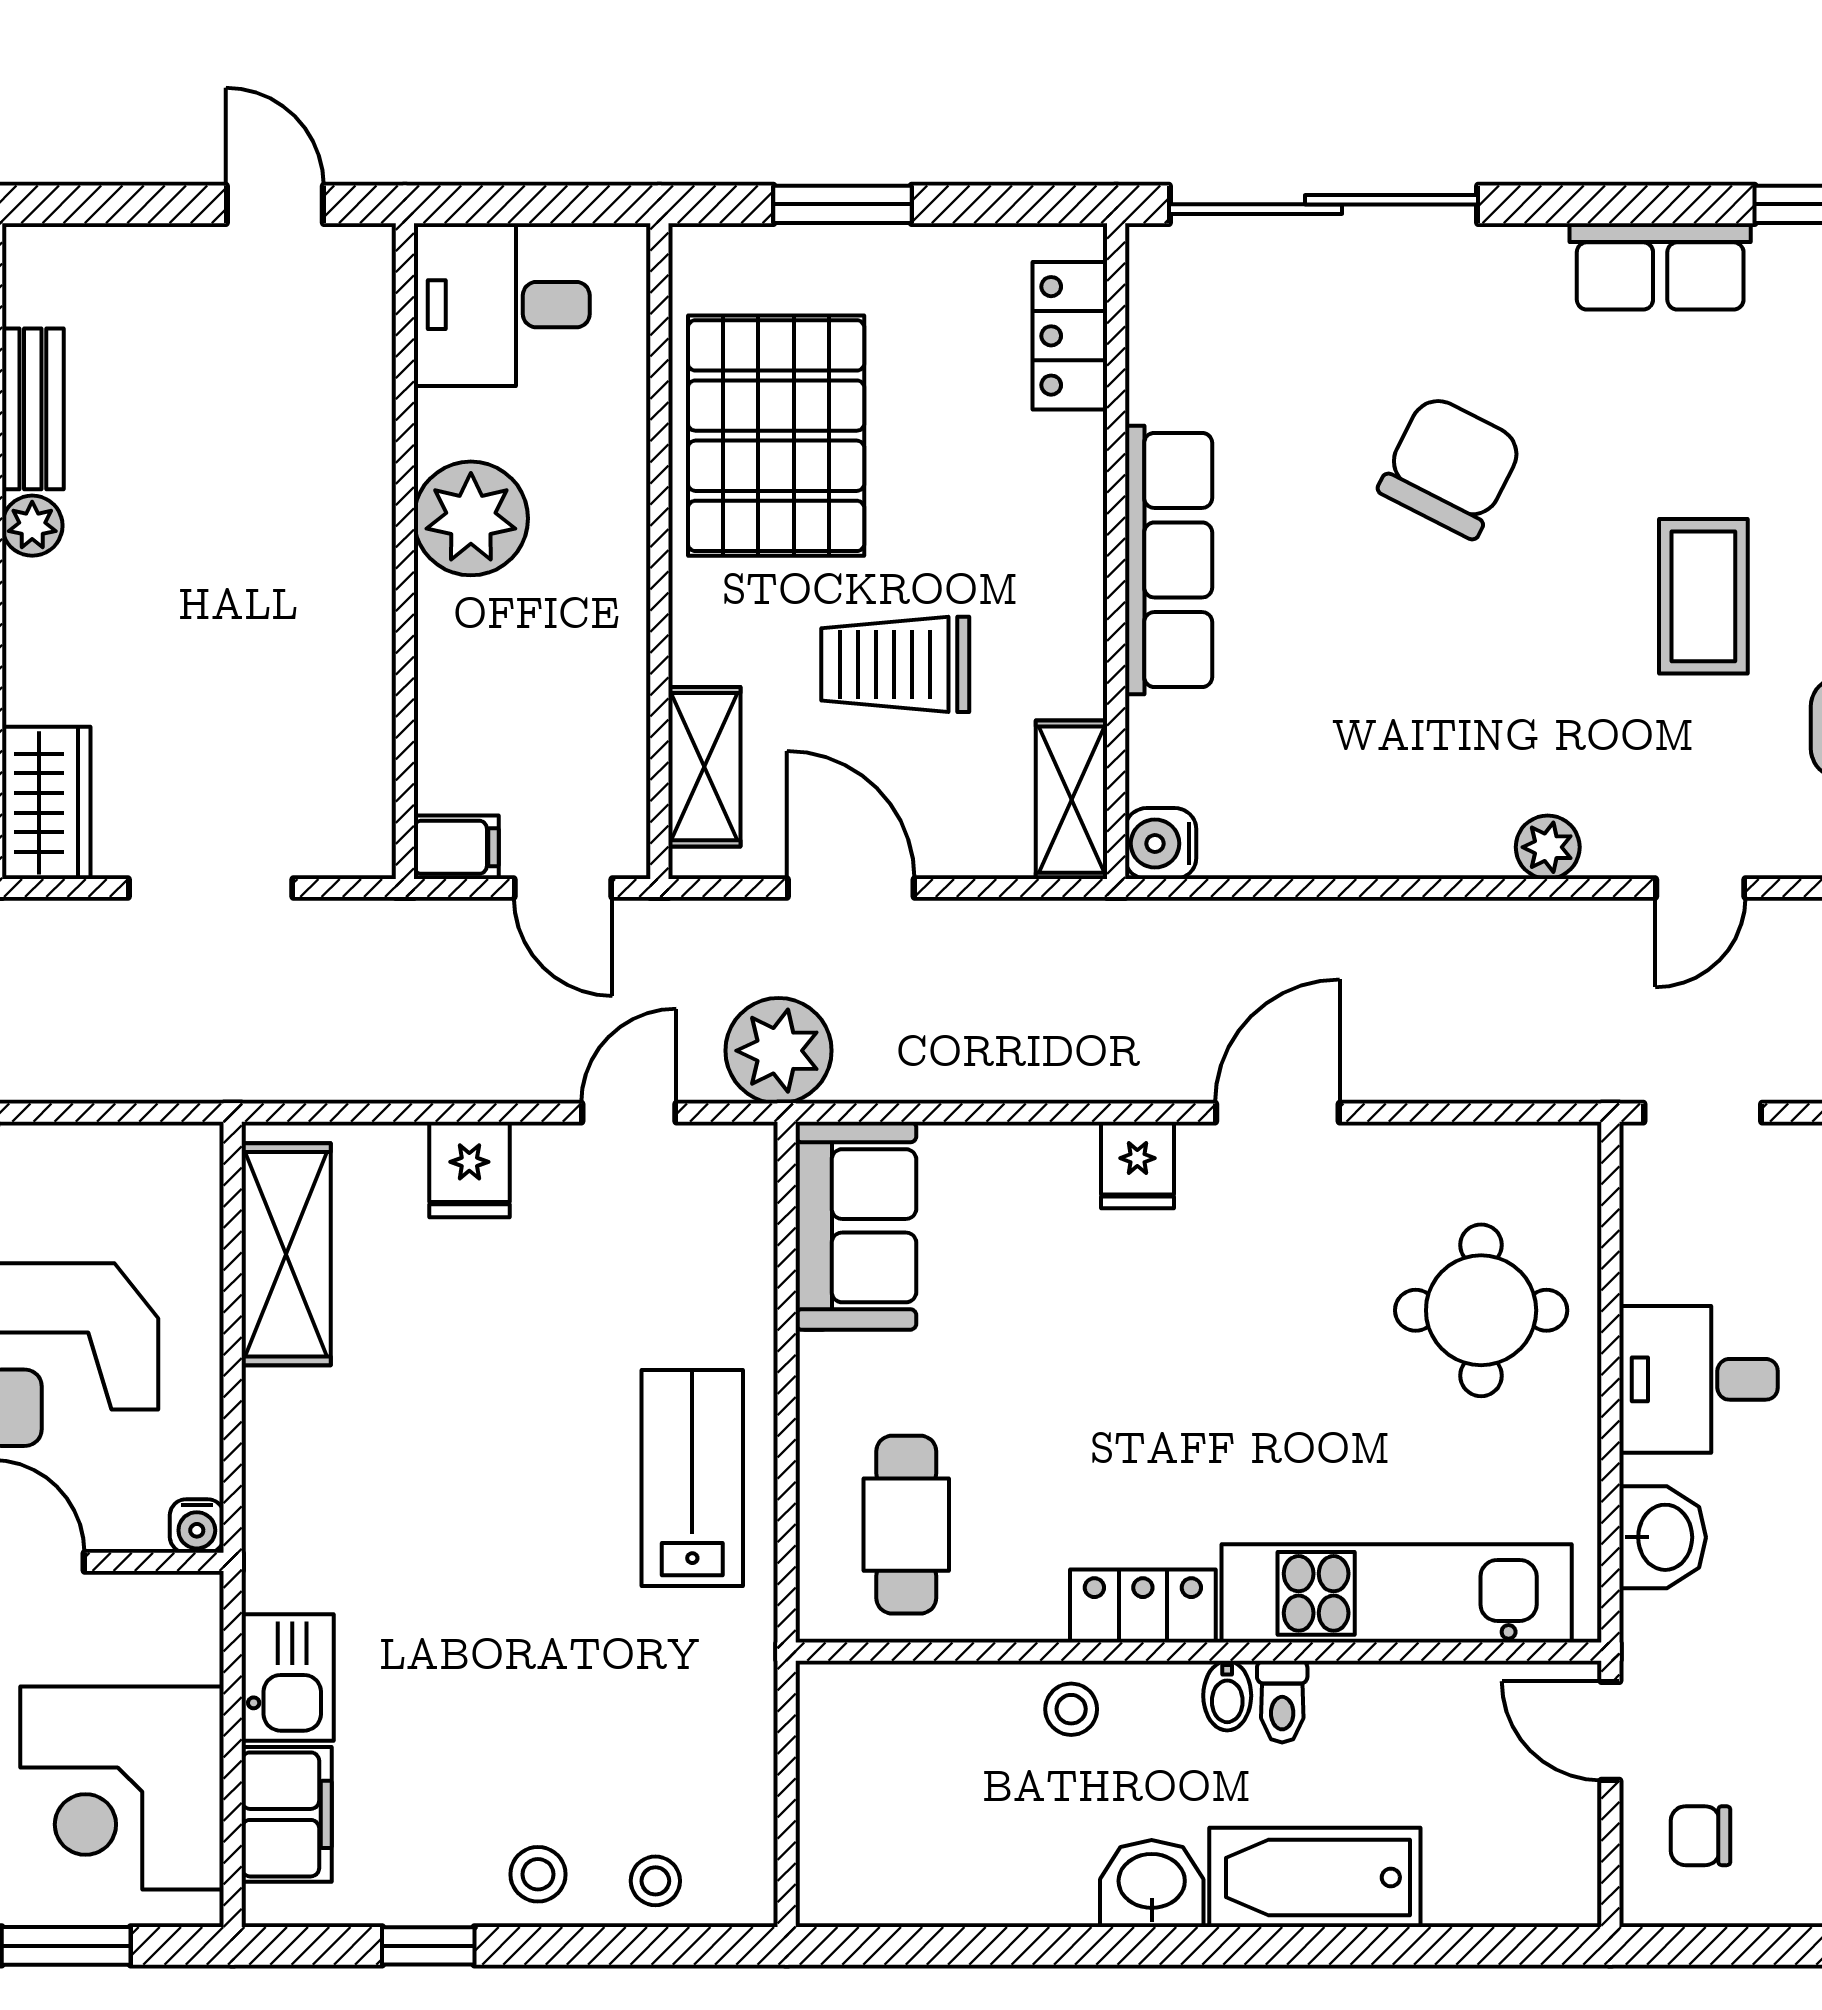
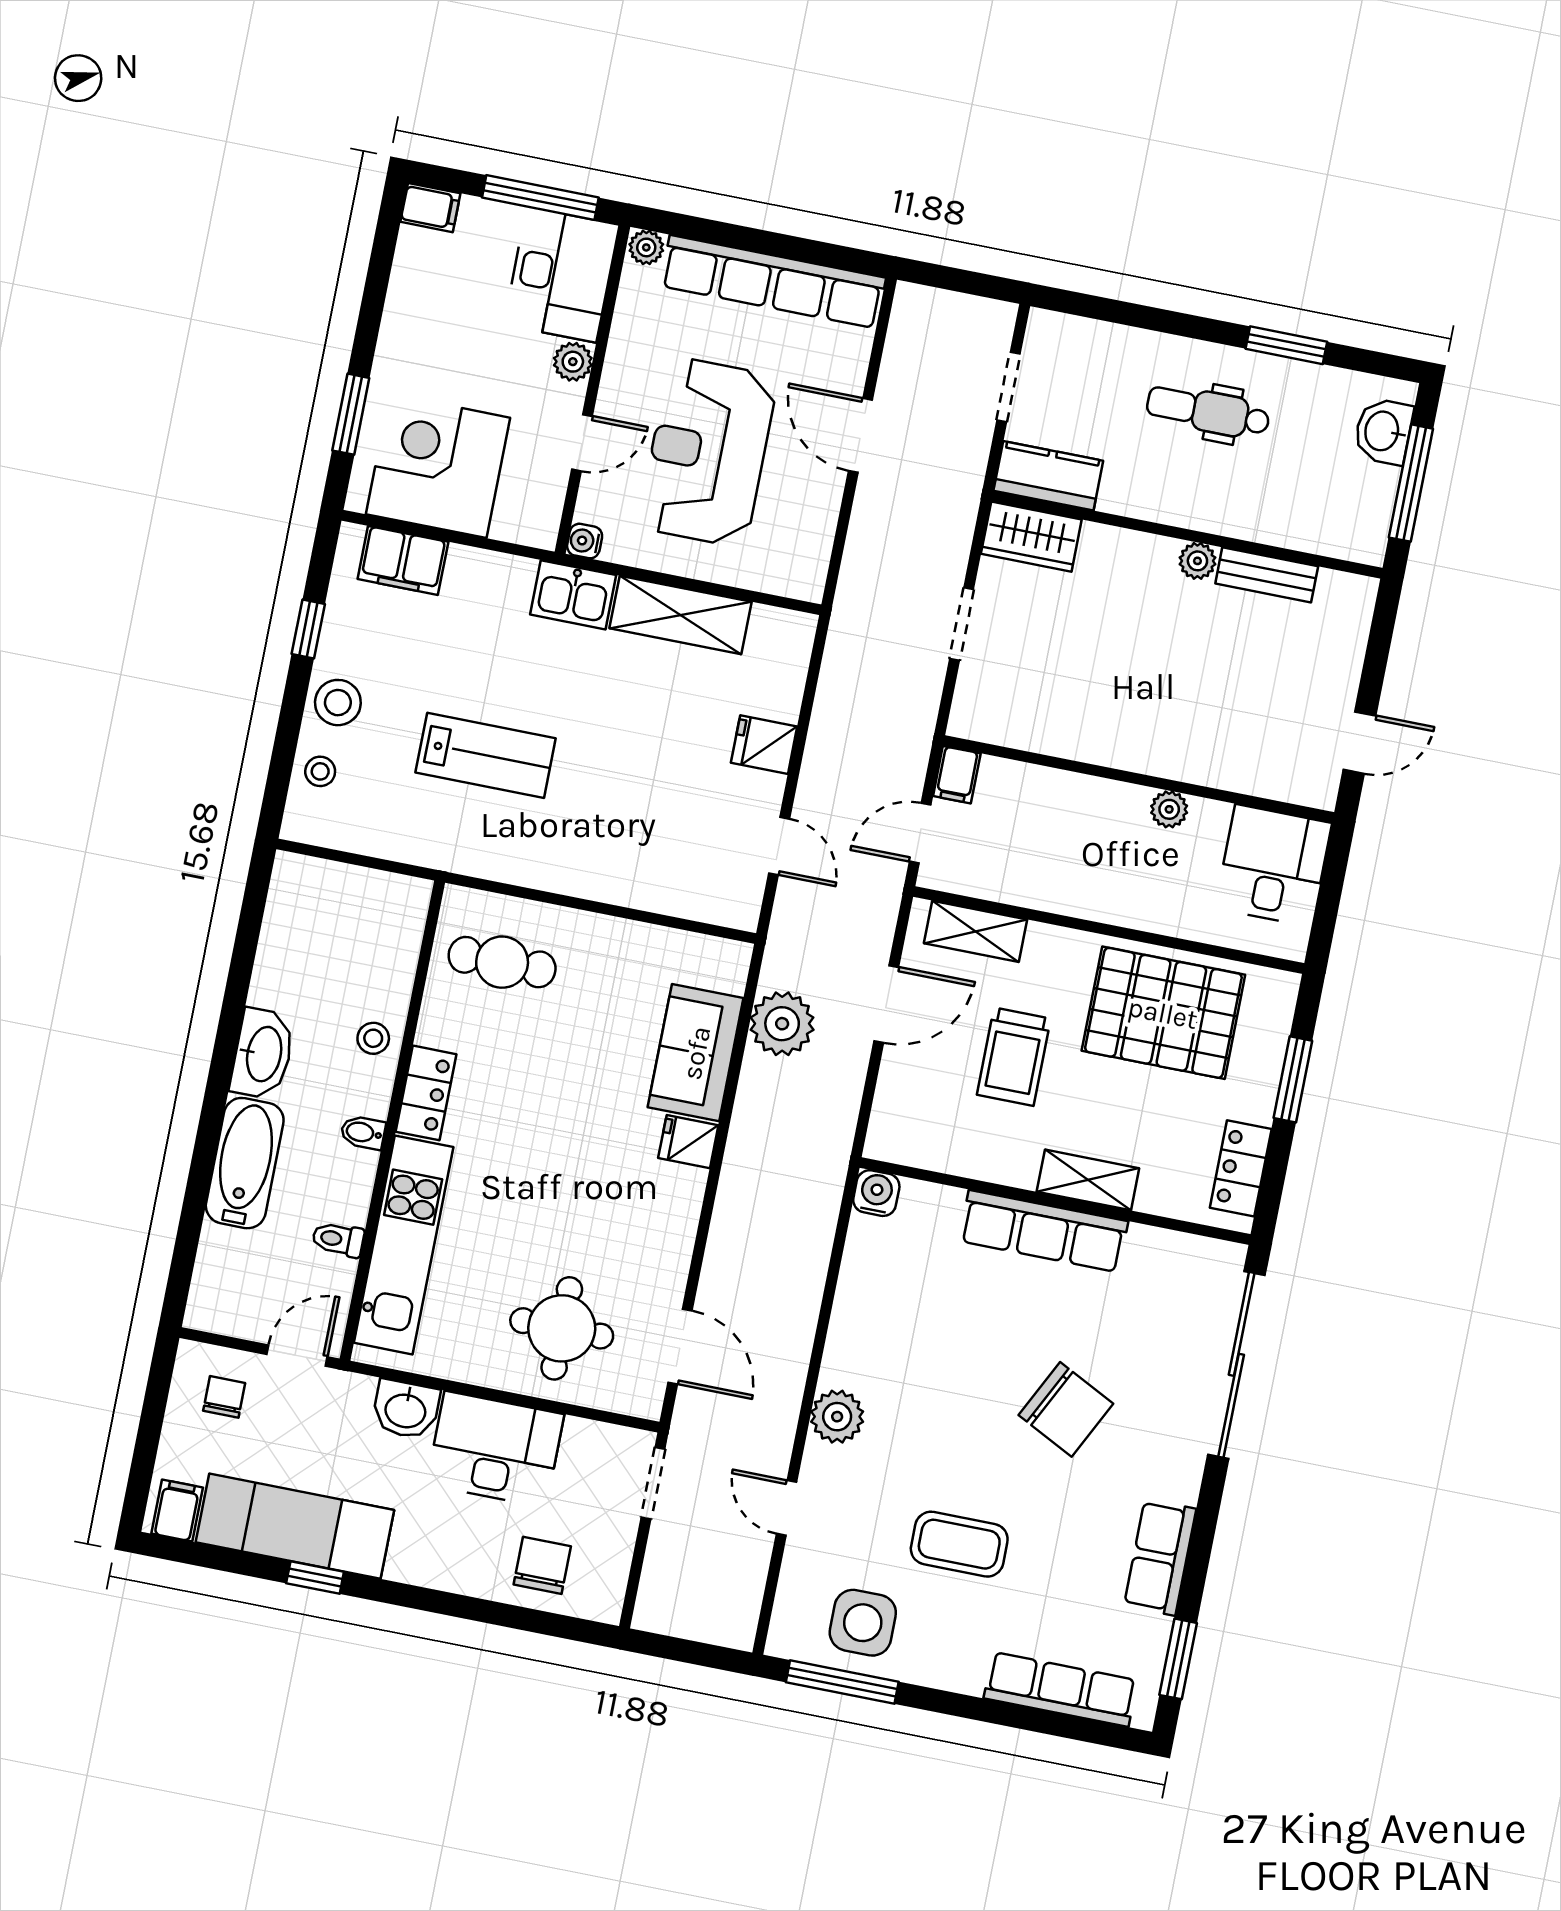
locker: (1070, 336) -> (1241, 1168), moved, turned -90
plant: (471, 518) -> (1169, 809), width x0.53, depth x0.53
trolley: (895, 664) -> (1014, 1057), turned 180
shelving: (1071, 800) -> (1088, 1180), moved
plant: (1548, 847) -> (837, 1417), width x1.38, depth x1.38
doorway: (211, 888) -> (962, 624), width x0.73
plant: (779, 1051) -> (782, 1024), moved
door: (1277, 1113) -> (680, 1347), moved
sofa: (856, 1226) -> (696, 1053), moved, turned 90
shelving: (286, 1254) -> (680, 615), moved
desk: (1698, 1379) -> (495, 1449), width x1.37
lab bench: (692, 1478) -> (486, 755), moved
kitchen sink: (288, 1677) -> (573, 595), moved
toilet: (1282, 1702) -> (338, 1239), moved
stool: (538, 1874) -> (338, 703), width x1.37, depth x1.37
washbasin: (1152, 1884) -> (263, 1054), width x1.38

